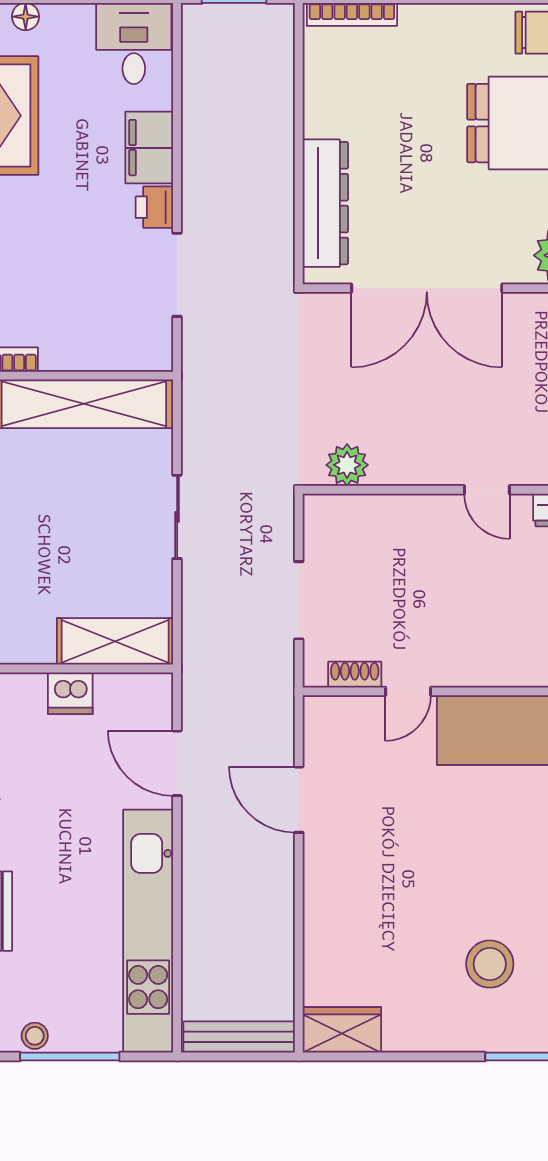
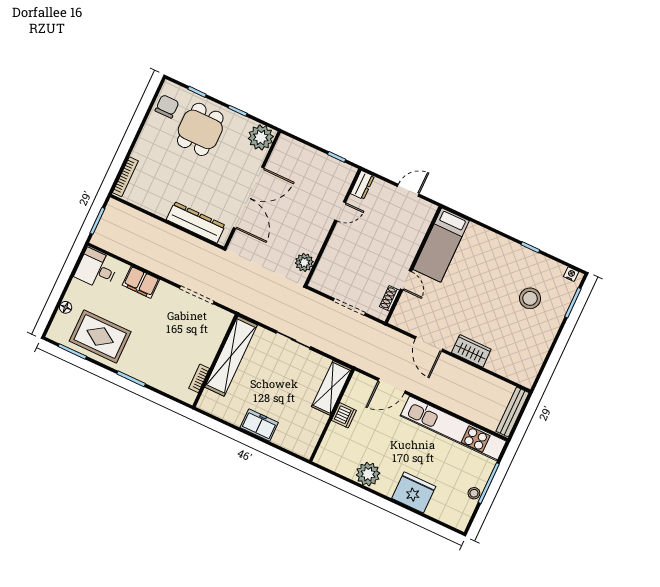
printer: (154, 207) -> (166, 291), removed
door: (299, 800) -> (429, 344), hinge flipped
wardrobe: (342, 1030) -> (471, 351), moved, turned 90

